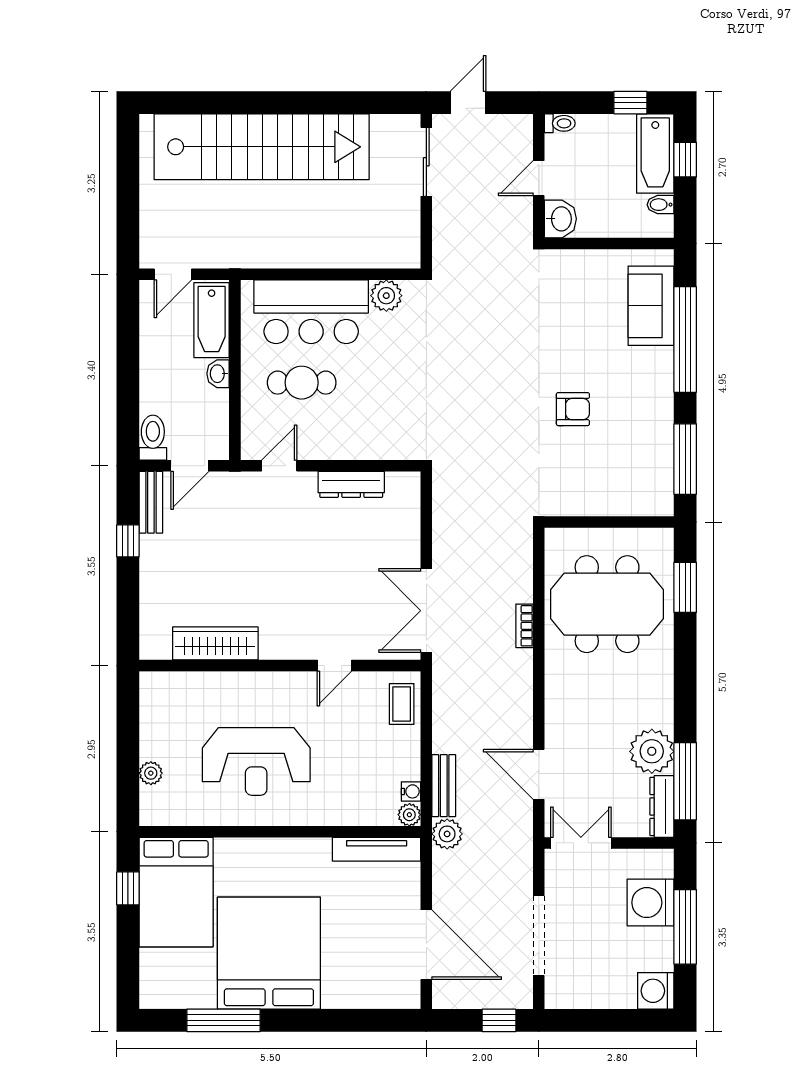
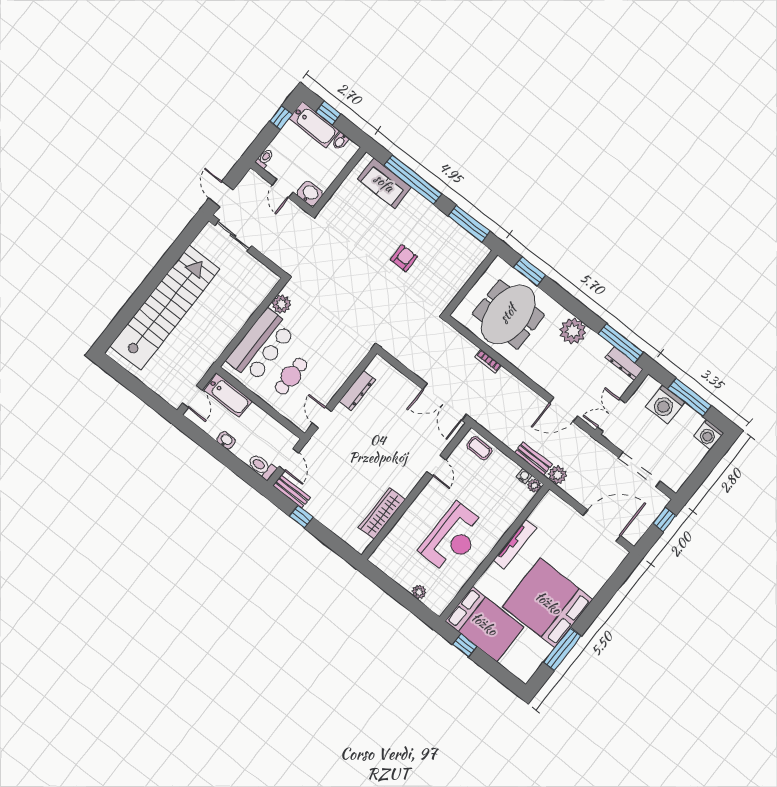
washbasin: (218, 374) -> (226, 440), moved, turned 180
plant: (652, 751) -> (573, 331), moved
tv unit: (377, 849) -> (515, 544), moved

